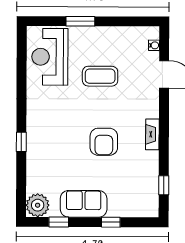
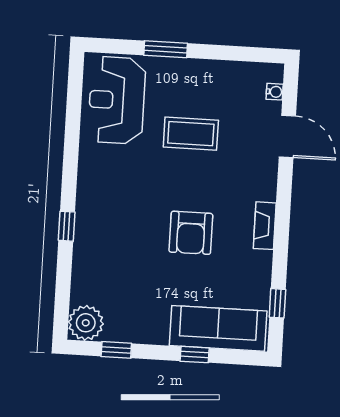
sofa: (84, 204) -> (218, 328), moved, width x1.36

